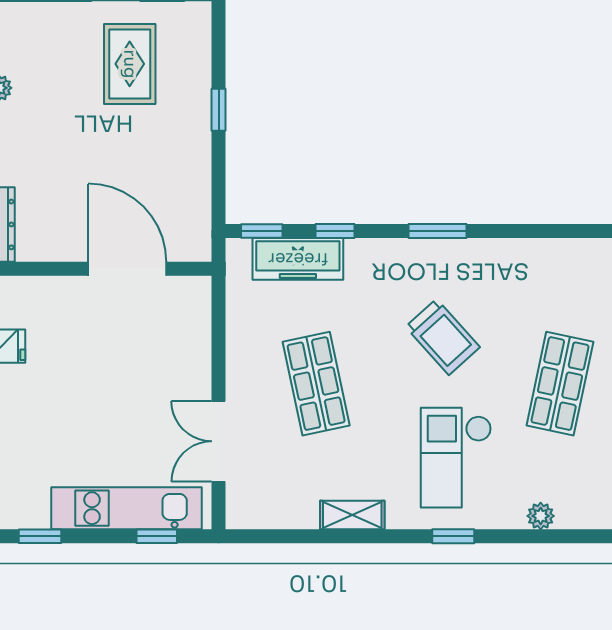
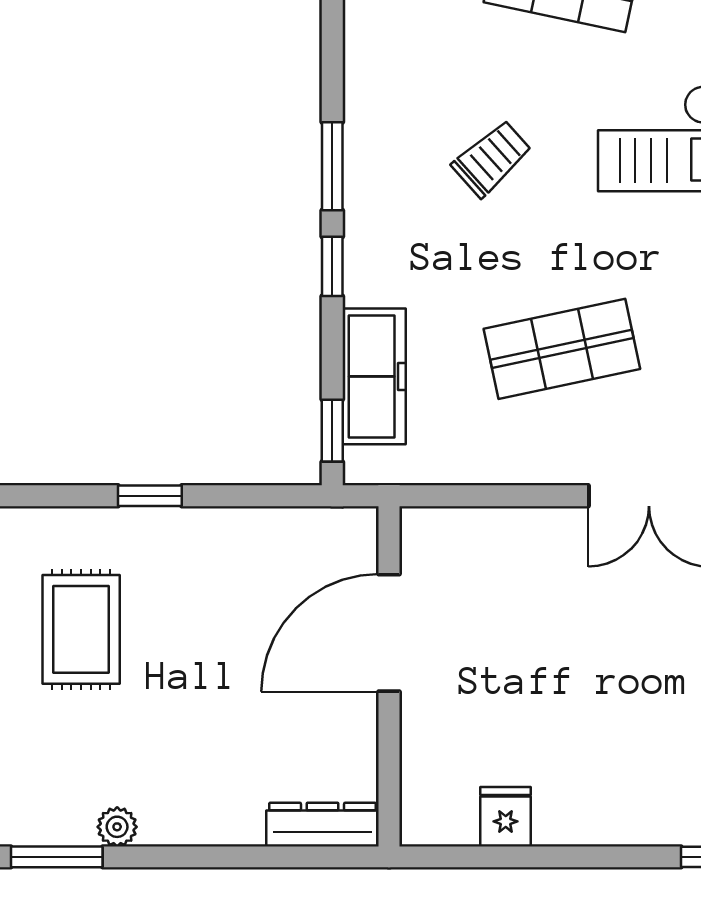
rug: (130, 64) -> (81, 629), turned 90
window: (335, 231) -> (332, 266), moved
trolley: (443, 337) -> (492, 159), width x0.73, depth x0.72

